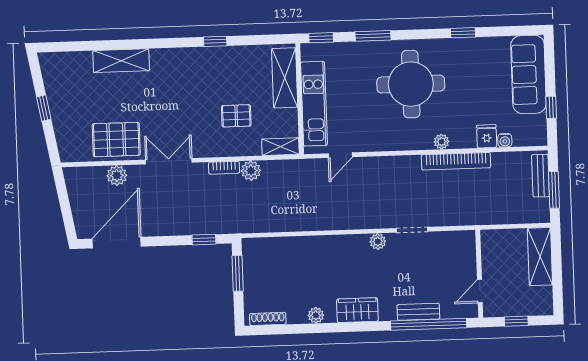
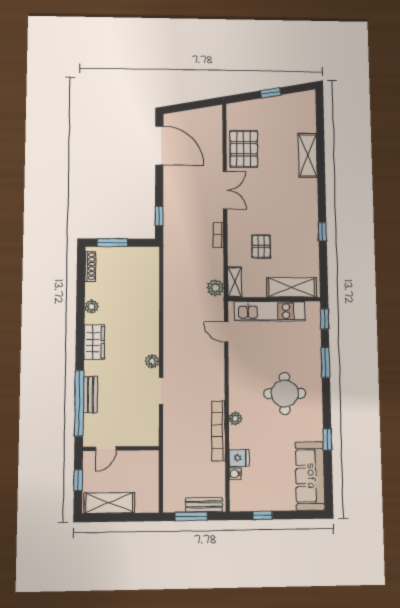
sofa: (529, 74) -> (310, 476), moved, turned -90
round table: (411, 84) -> (285, 393), width x0.73, depth x0.73
plant: (251, 171) -> (216, 288), moved
plant: (117, 175) -> (214, 148), removed
shelving: (540, 257) -> (109, 503), moved
window: (238, 273) -> (112, 243), moved
door: (480, 291) -> (106, 449), swing flipped

